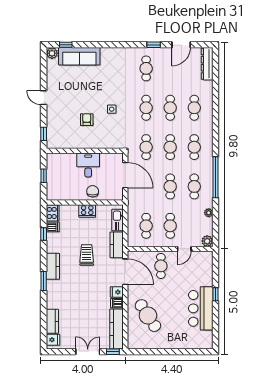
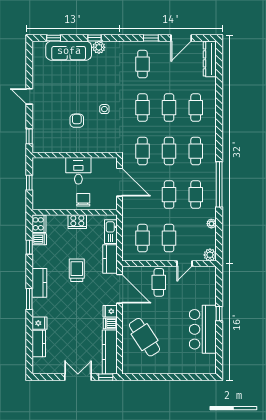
window: (103, 45) -> (95, 38), added
plant: (52, 53) -> (99, 47), moved
fridge: (53, 340) -> (39, 323), moved

